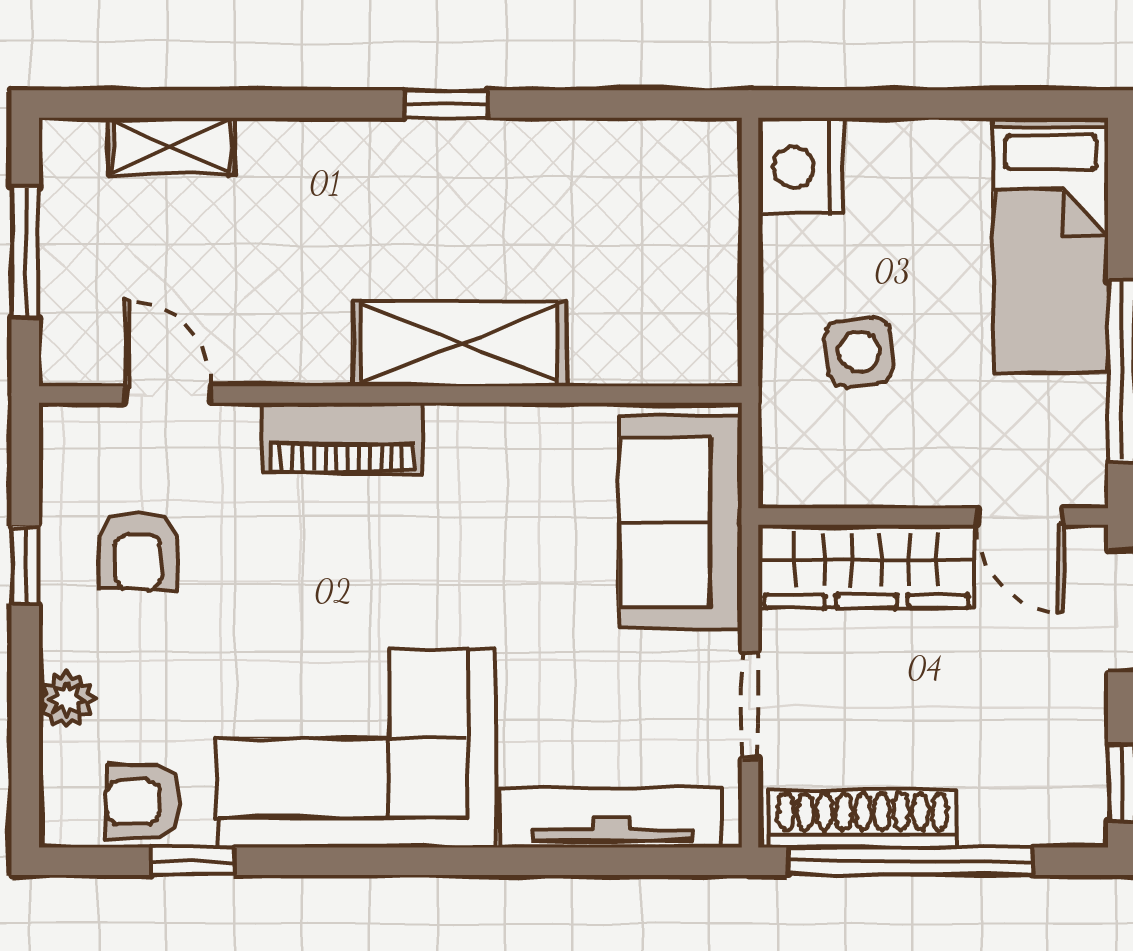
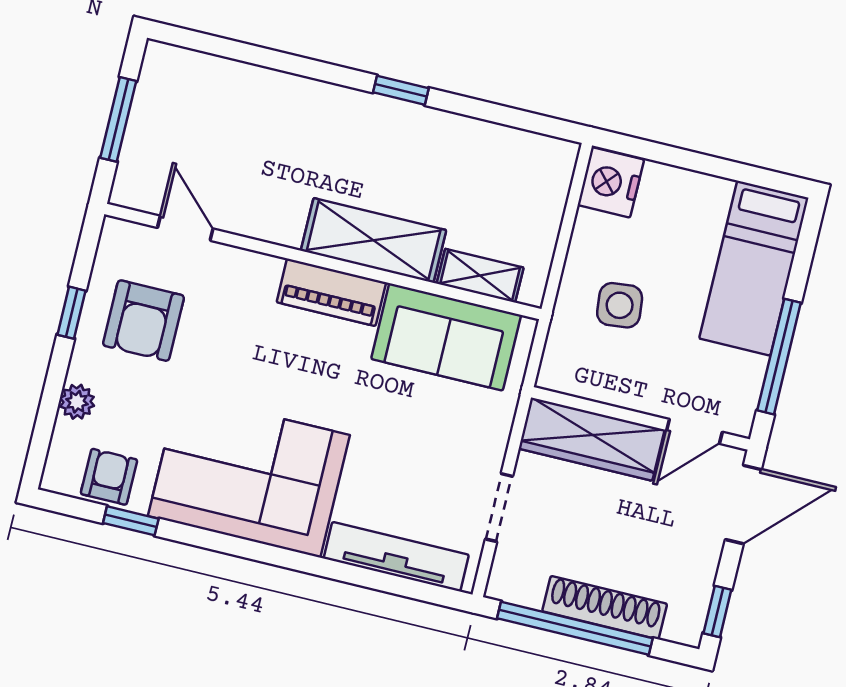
shelving: (171, 146) -> (480, 276), moved
piano: (342, 438) -> (331, 292), moved
door: (1020, 517) -> (694, 431), hinge flipped
sofa: (680, 522) -> (446, 337), moved, turned -90
armchair: (138, 551) -> (143, 321), width x1.38, depth x1.38
armchair: (143, 802) -> (109, 477), turned 90
shoe rack: (863, 819) -> (605, 608), moved

